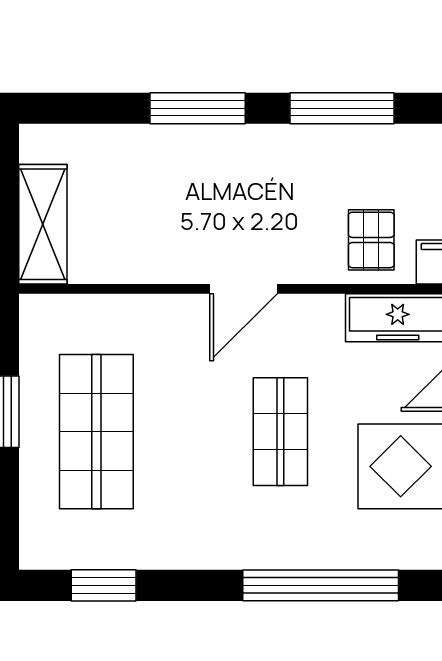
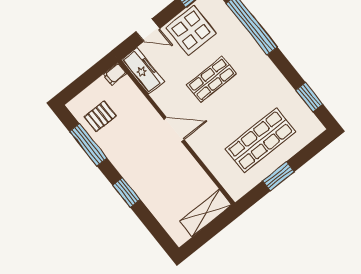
window: (198, 108) -> (126, 192), width x0.69
pallet: (371, 240) -> (100, 116), moved

